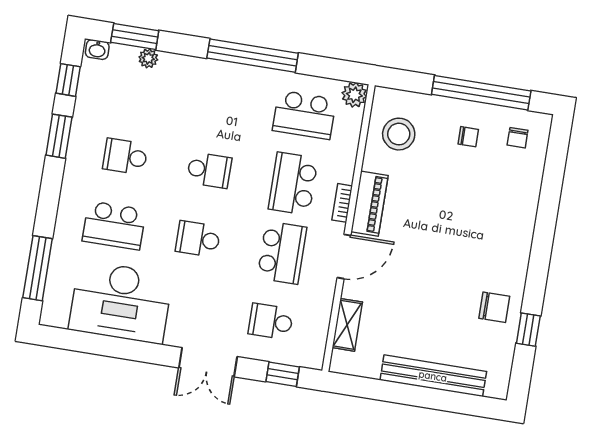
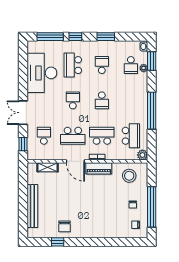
window: (68, 80) -> (75, 37), moved
school desk: (136, 88) -> (131, 65), added
school desk: (304, 115) -> (131, 136), turned 180

